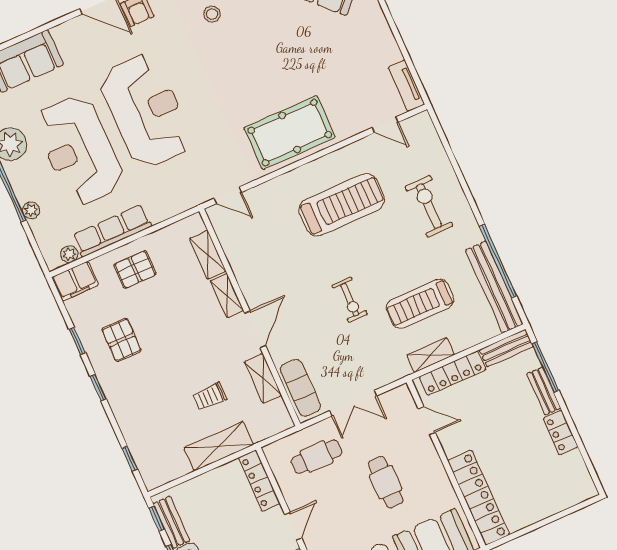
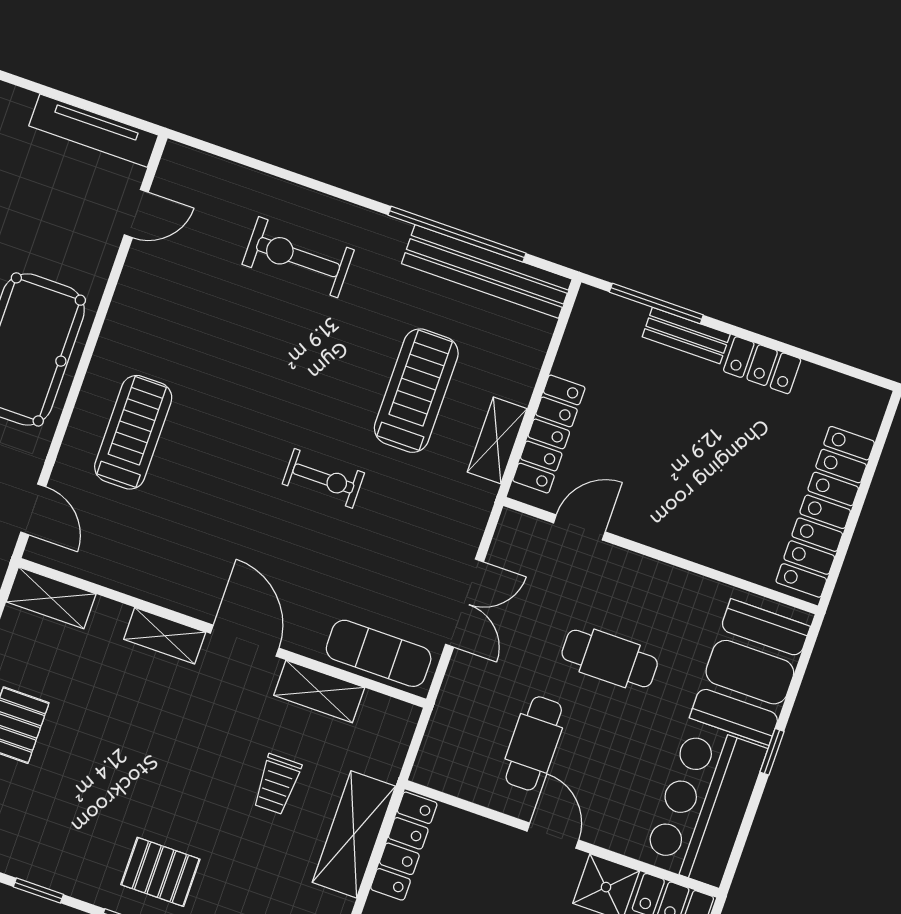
tv unit: (406, 86) -> (94, 131), width x1.41
door: (228, 195) -> (33, 509), hinge flipped
treadmill: (342, 205) -> (133, 432), moved, width x0.73, depth x0.73
shelving: (208, 255) -> (51, 598), moved
treadmill: (420, 304) -> (416, 391), turned 180
pallet: (121, 340) -> (160, 872), moved
bench: (506, 348) -> (583, 332), removed
cafe table: (317, 457) -> (534, 743), moved
locker: (259, 481) -> (404, 846), moved, turned -90
locker: (478, 498) -> (825, 512), moved, turned -90

